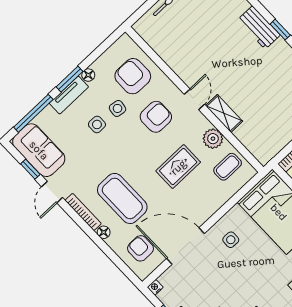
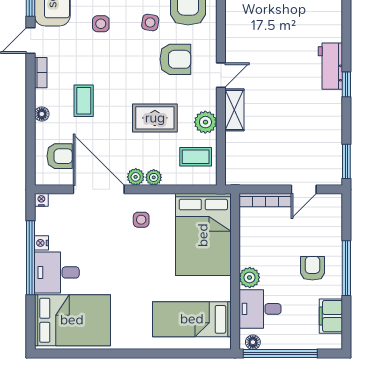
side table: (97, 124) -> (101, 24), moved
coffee table: (122, 198) -> (84, 101), width x0.54, depth x0.58
plant: (213, 205) -> (154, 177), added
bookcase: (83, 212) -> (41, 73), width x0.64
plant: (201, 216) -> (136, 177), added
armchair: (140, 248) -> (60, 156), turned 90

